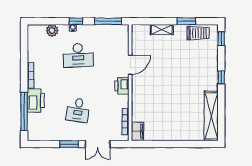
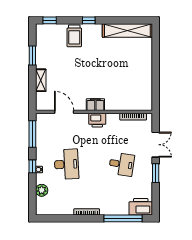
trolley: (198, 33) -> (74, 36), moved, turned 180
door: (130, 65) -> (64, 112), moved
printer: (36, 101) -> (141, 207), moved
filing cabinet: (137, 131) -> (95, 105), moved

